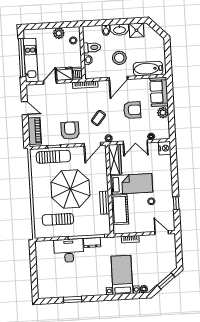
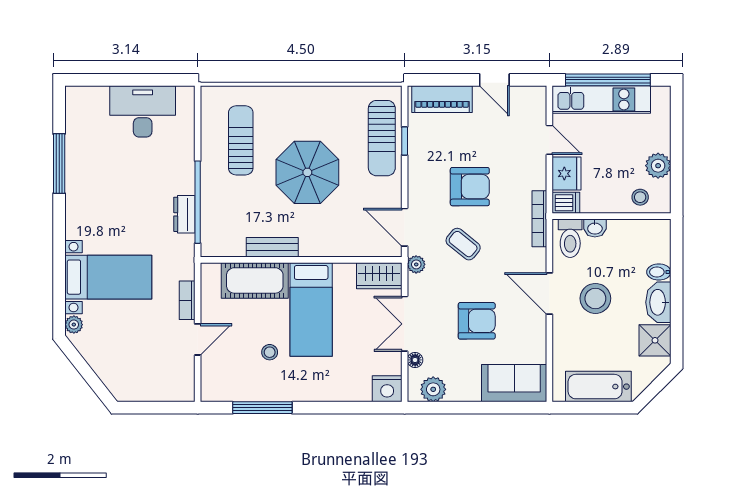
toilet: (92, 48) -> (570, 238), moved
bathtub: (148, 69) -> (598, 387), moved, turned -90
door: (25, 108) -> (494, 80), hinge flipped
armchair: (132, 110) -> (477, 321), turned -90
plant: (163, 113) -> (433, 389), moved
armchair: (70, 131) -> (470, 187), moved
wardrobe: (115, 159) -> (379, 276), width x0.67
parasol: (70, 189) -> (307, 172), width x0.73, depth x0.73
window: (176, 203) -> (262, 408), width x2.17
door: (162, 233) -> (198, 339), moved
desk: (69, 251) -> (143, 111), moved, turned -90
window: (166, 281) -> (89, 375), removed
window: (73, 300) -> (59, 164), width x1.44

